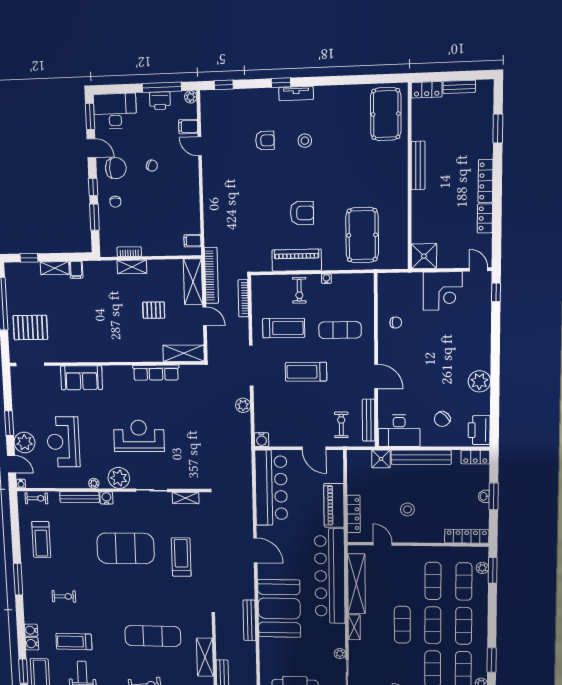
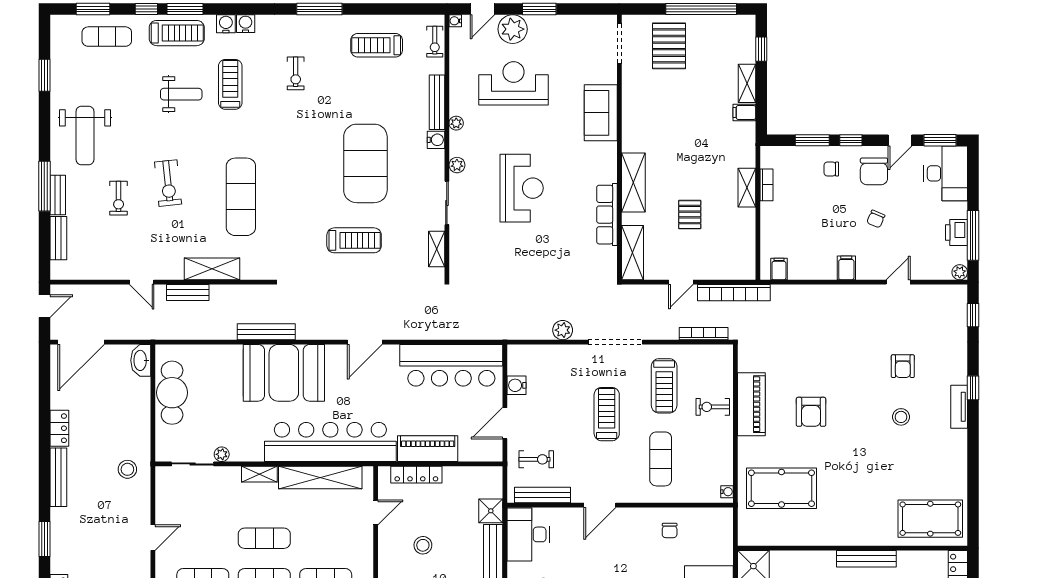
filing cabinet: (188, 127) -> (846, 268), moved
water cooler: (326, 279) -> (727, 492), moved
shelving: (193, 282) -> (633, 182), moved, turned 90
water cooler: (262, 440) -> (517, 385), moved
plant: (119, 478) -> (457, 165), width x0.53, depth x0.53

